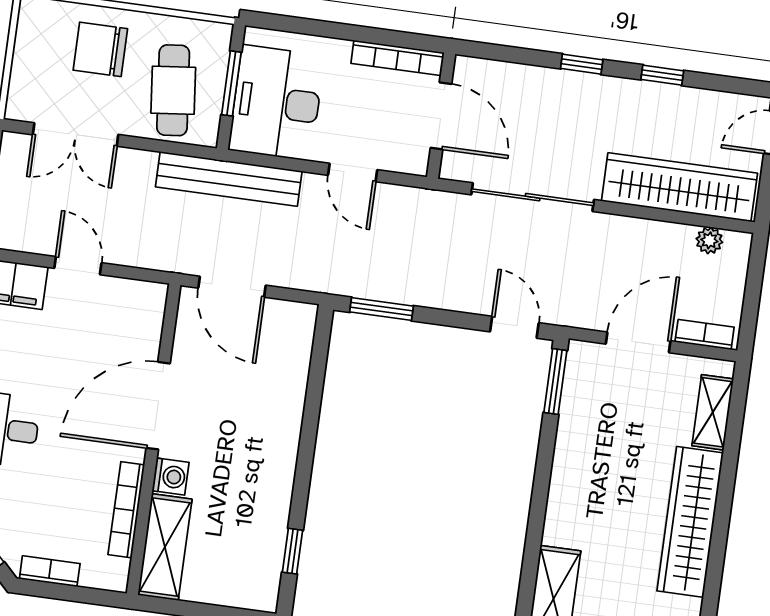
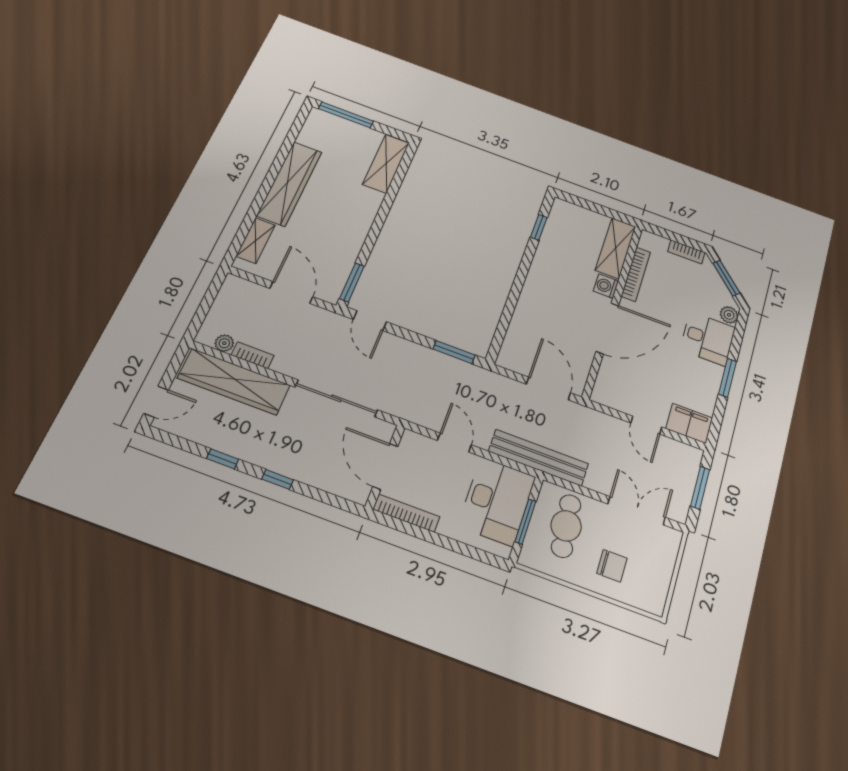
chair: (100, 49) -> (612, 566), width x0.73, depth x0.73
bookcase: (705, 335) -> (253, 355), moved, turned 180
door: (638, 342) -> (291, 293), swing flipped

